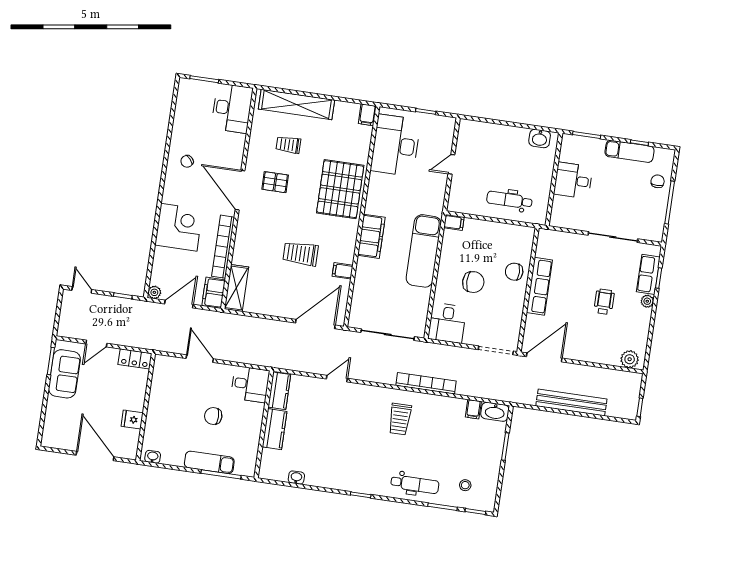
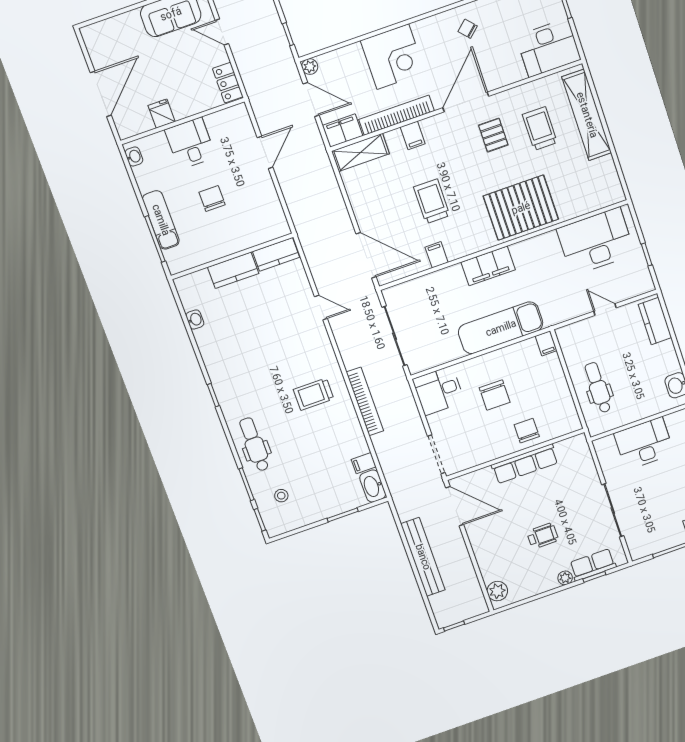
filing cabinet: (367, 115) -> (413, 135), moved, turned -90
kitchen counter: (481, 130) -> (655, 321), added
trolley: (288, 145) -> (540, 129), width x1.36, depth x1.39
desk: (573, 180) -> (644, 444), width x1.37
desk: (250, 384) -> (190, 143), moved, turned 180
dental chair: (415, 484) -> (254, 444), turned 180

